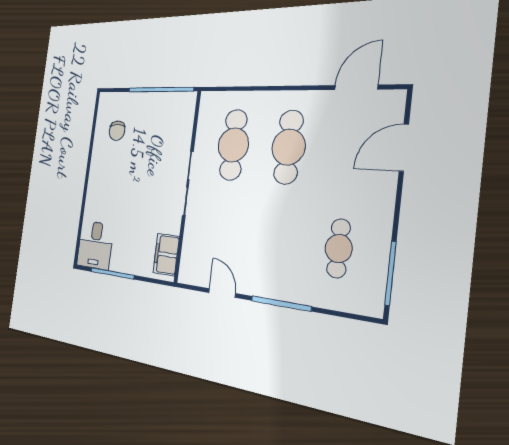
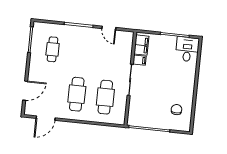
filing cabinet: (170, 224) -> (139, 60), added

